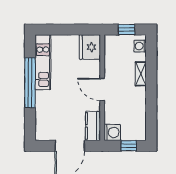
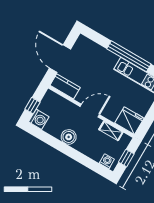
shelving: (141, 74) -> (111, 131), moved
boiler: (138, 95) -> (69, 137), added
washing machine: (112, 133) -> (39, 119), moved, turned -90

